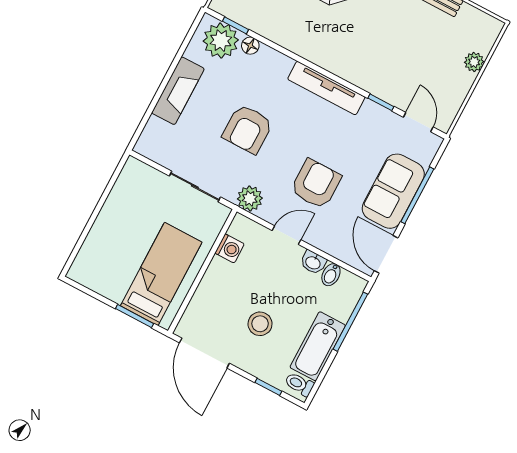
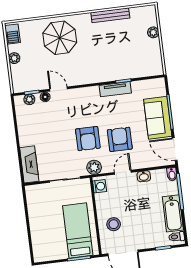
plant: (221, 41) -> (29, 99), width x0.53, depth x0.53
tv unit: (326, 88) -> (115, 89), moved, width x0.71
fireplace: (178, 91) -> (29, 164), moved
door: (418, 122) -> (58, 89), moved
armchair: (248, 129) -> (88, 139), moved
washing machine: (230, 248) -> (100, 186), moved
bidet: (331, 275) -> (172, 174), moved
stool: (260, 324) -> (114, 224), moved

